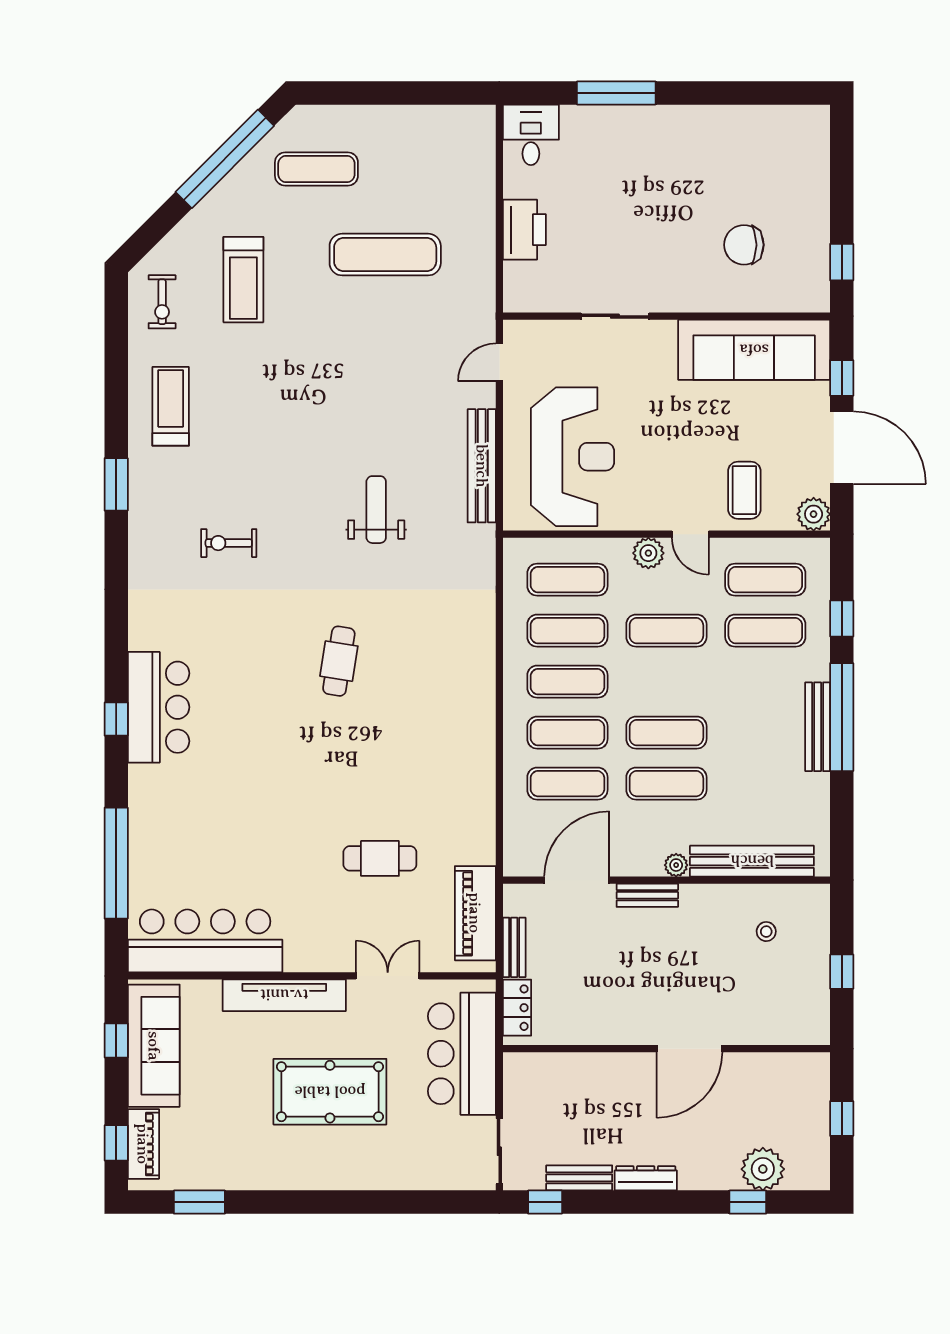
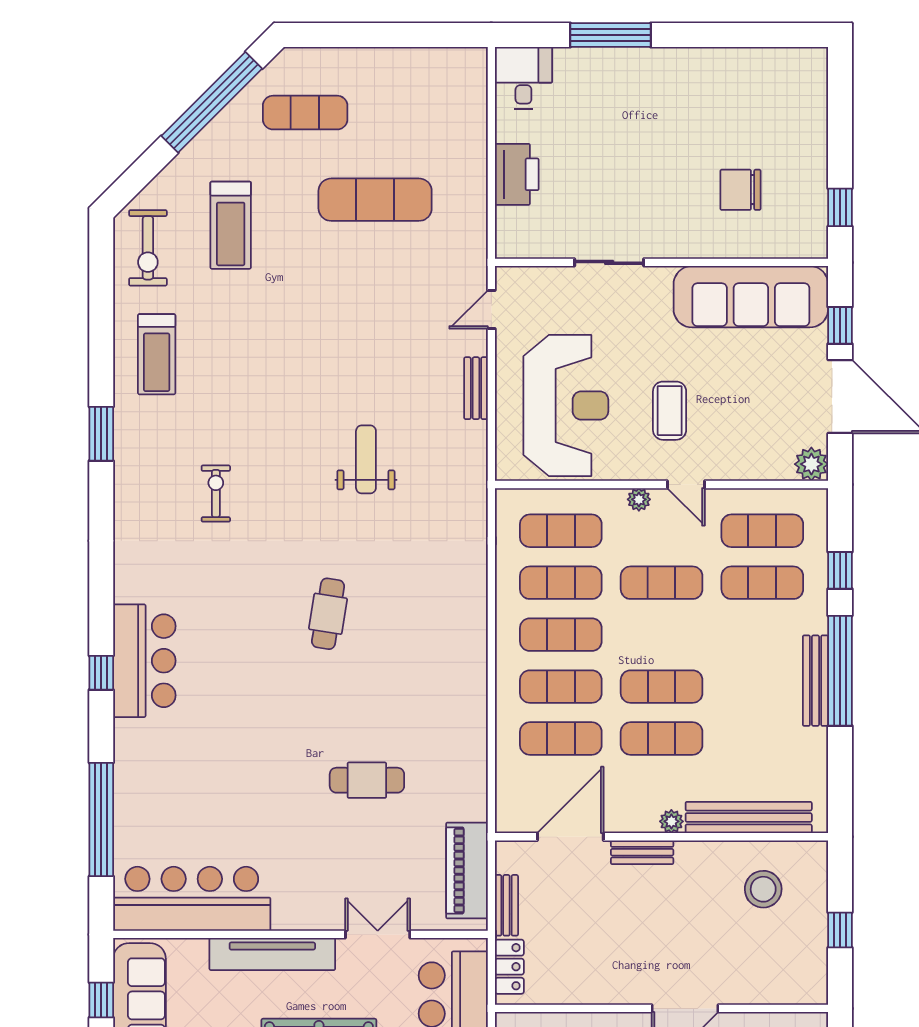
exercise bike: (162, 302) -> (148, 248), width x1.38, depth x1.39
treadmill: (171, 406) -> (157, 354), turned 180
bench: (482, 466) -> (476, 388), width x0.54, depth x0.82
coffee table: (744, 490) -> (670, 411), moved
exercise bike: (229, 543) -> (216, 494), turned 90
plant: (648, 553) -> (639, 499), width x0.73, depth x0.73
cafe table: (380, 858) -> (367, 780), moved
stool: (766, 932) -> (763, 889), width x1.89, depth x1.89

